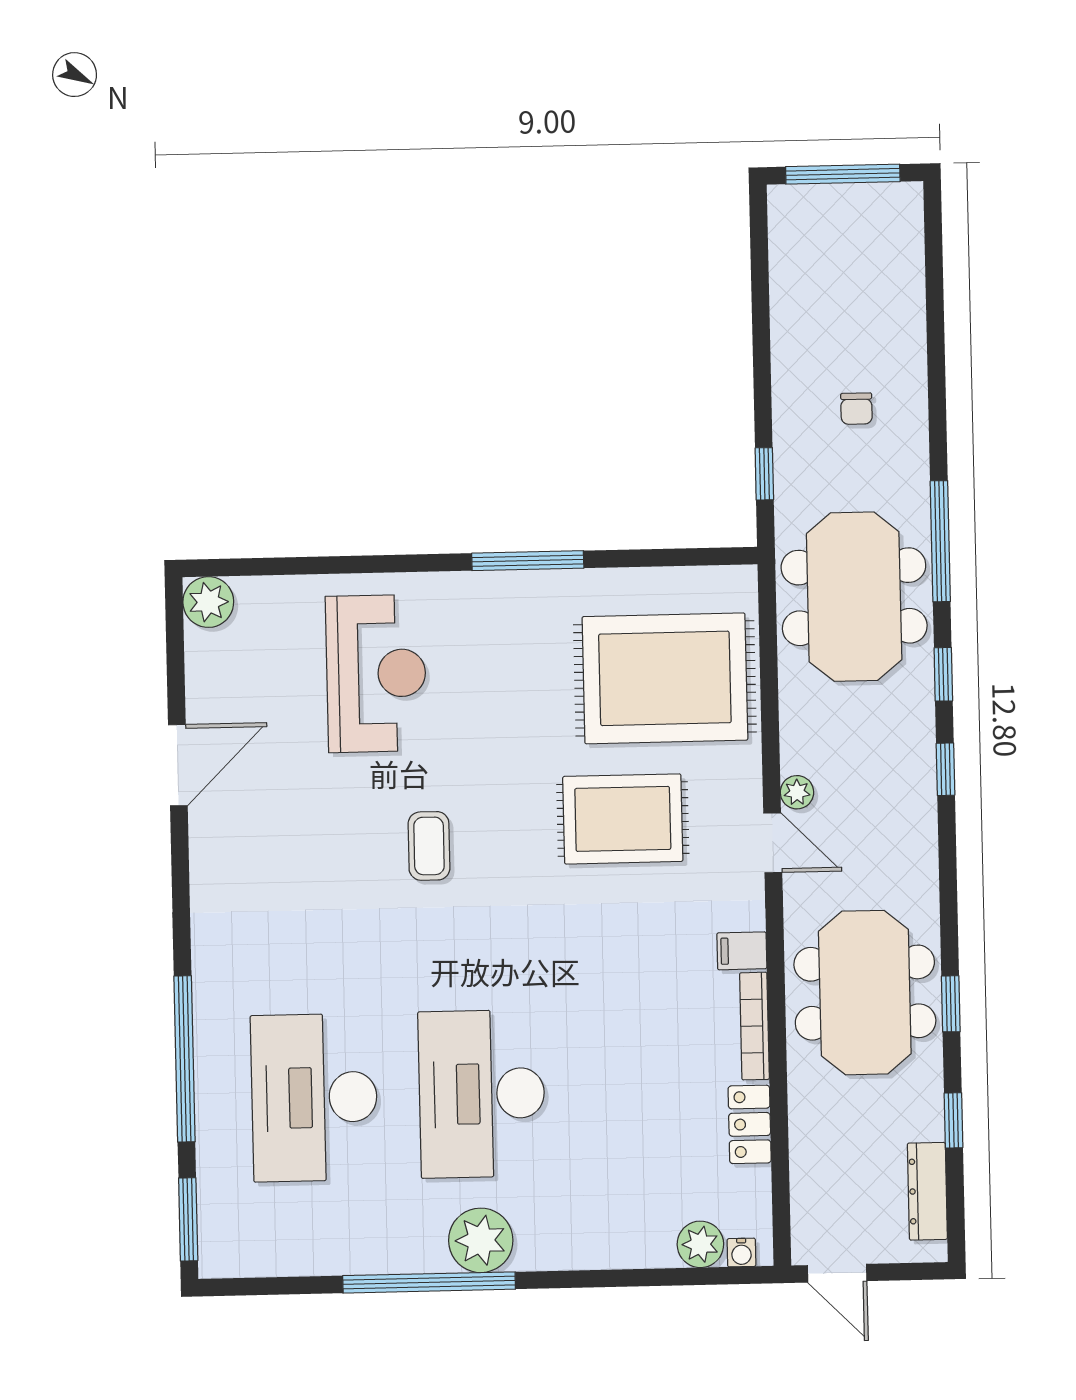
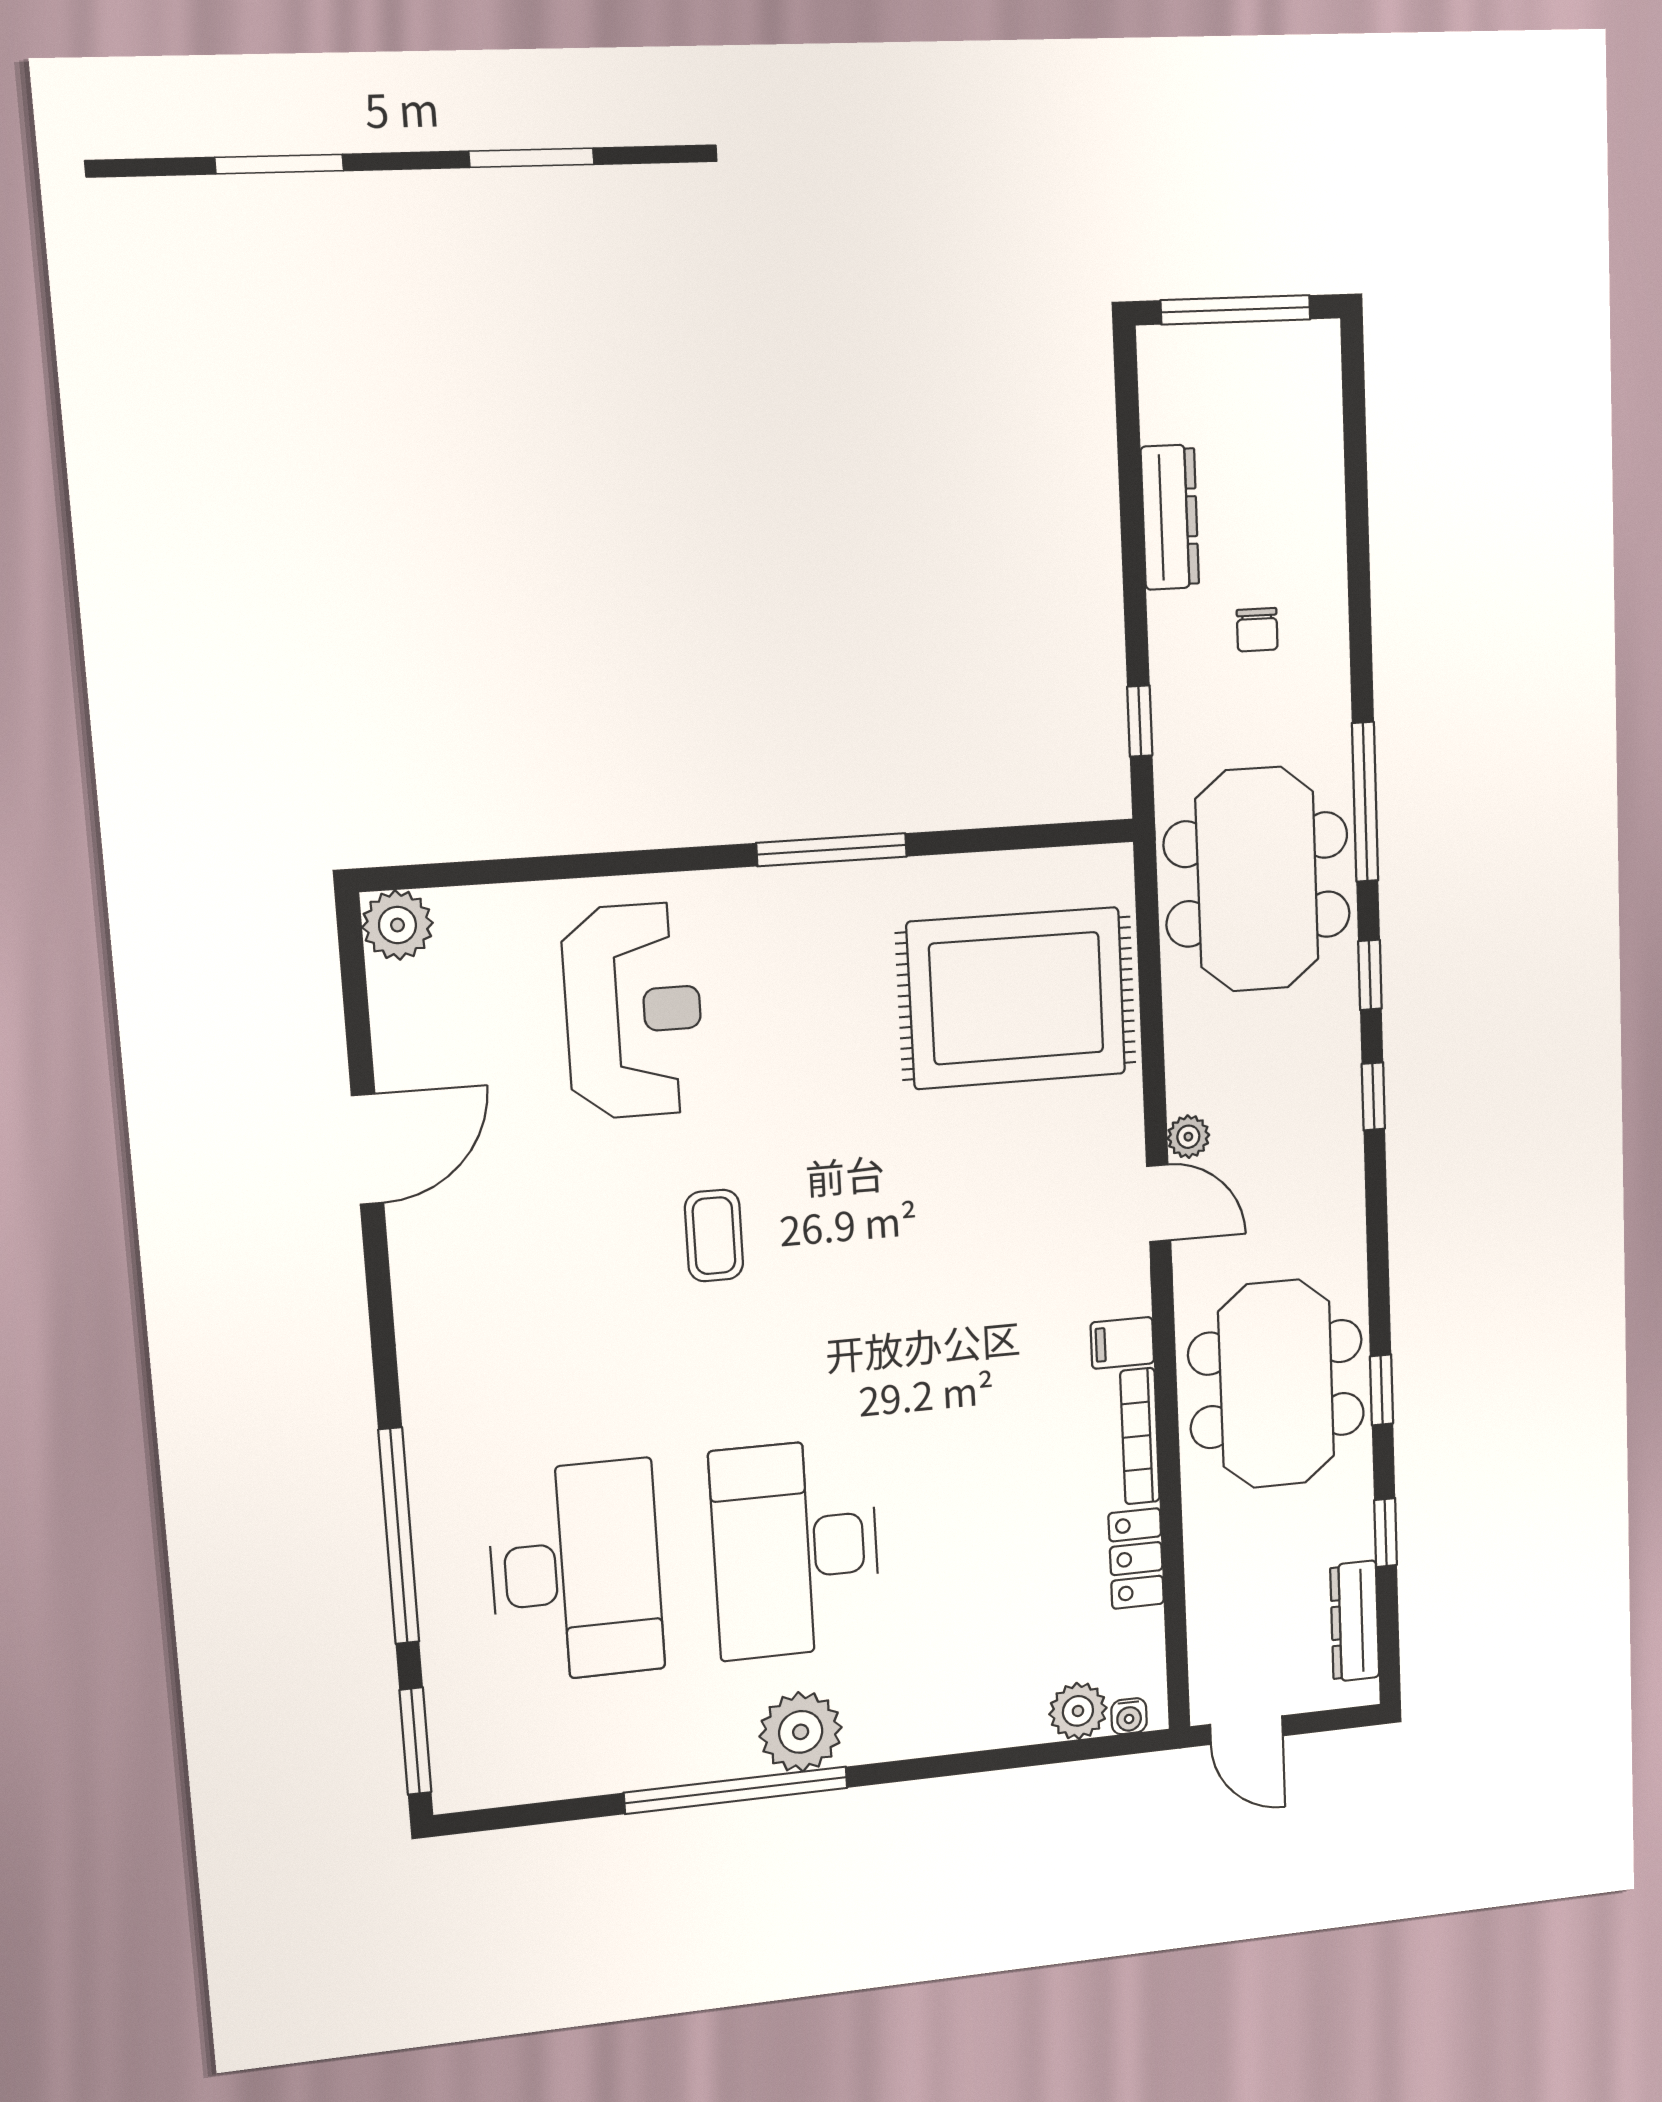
dresser: (790, 324) -> (1170, 517), added
rug: (623, 819) -> (967, 1185), removed
desk: (314, 1098) -> (576, 1572), turned 180

